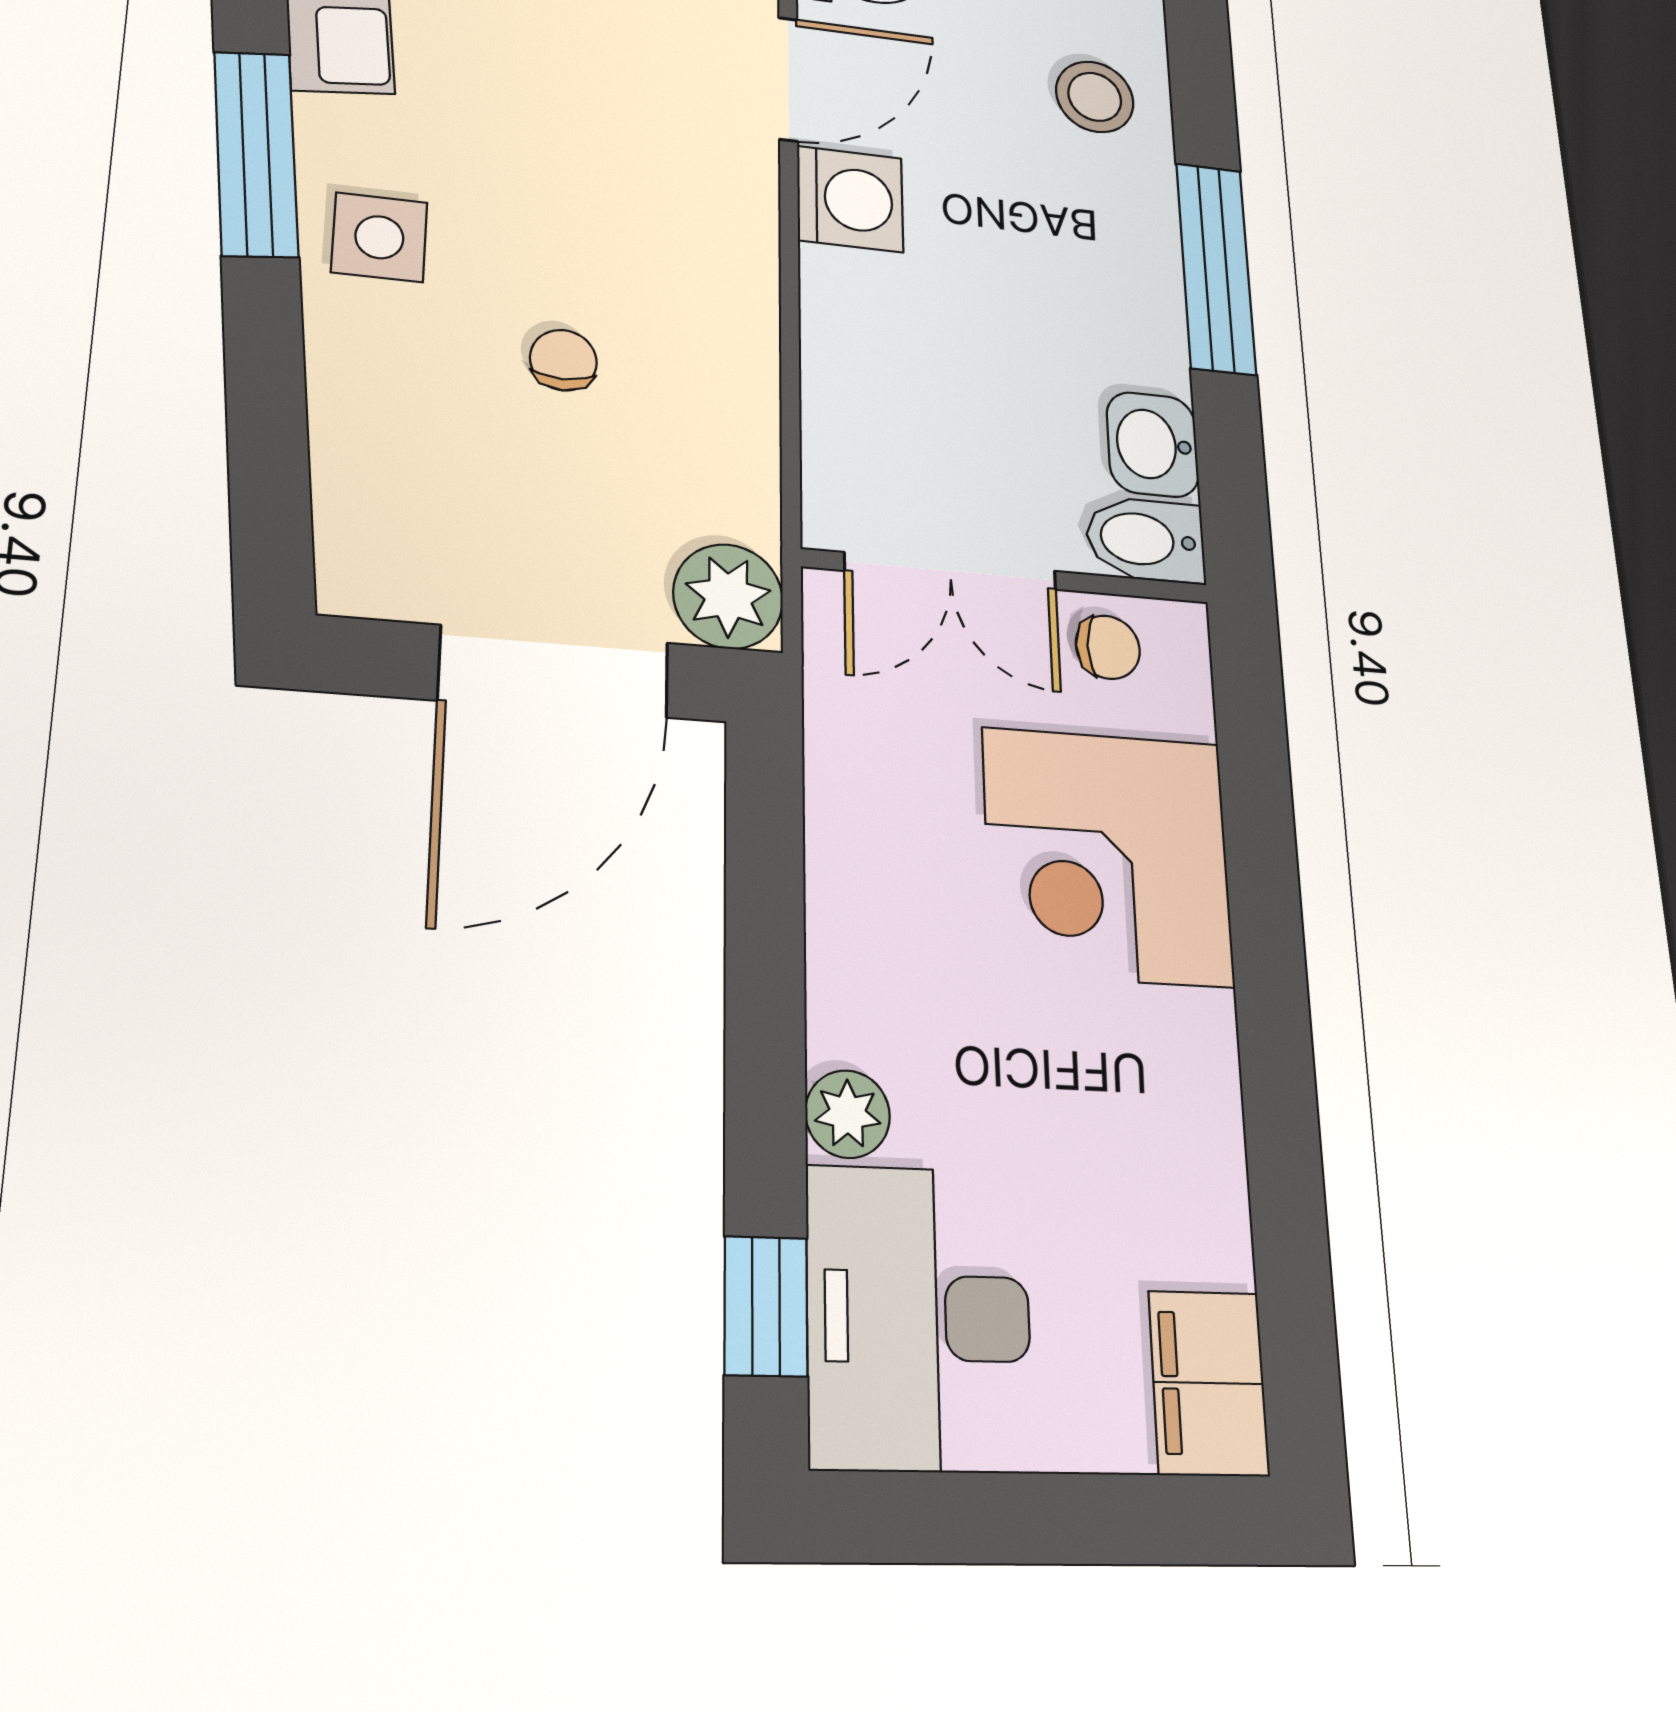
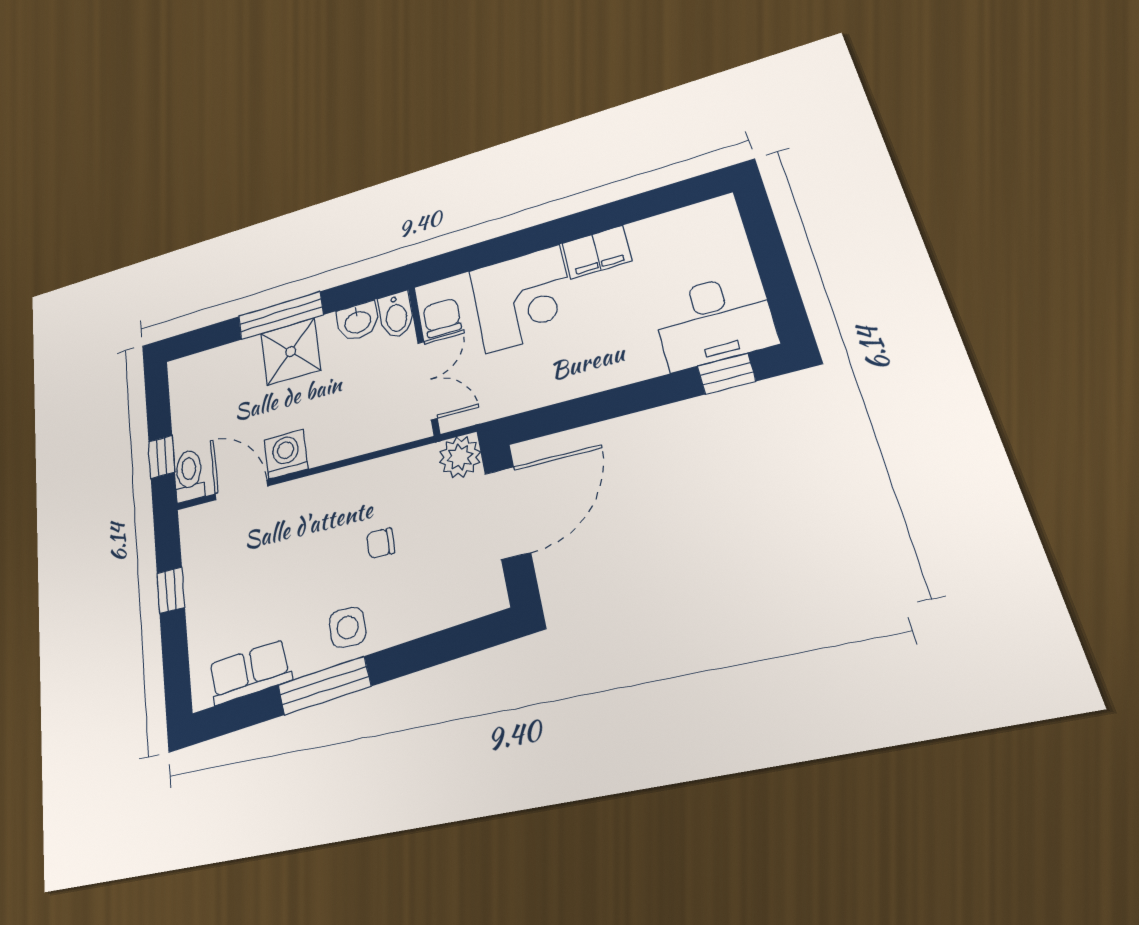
stool: (1095, 97) -> (221, 375), removed
shower: (1114, 270) -> (291, 352), added
chair: (1108, 647) -> (442, 318), width x1.37, depth x1.37
door: (554, 671) -> (508, 513), hinge flipped
plant: (848, 1114) -> (647, 364), removed
filing cabinet: (1209, 1383) -> (597, 252), moved

